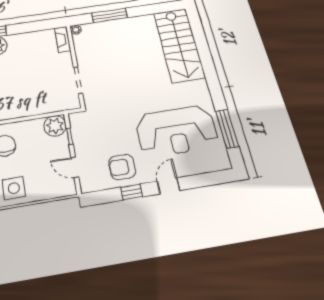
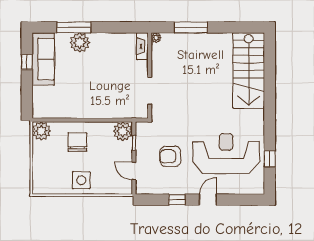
window: (227, 129) -> (270, 159), width x0.46
reception desk: (177, 131) -> (226, 154), turned 180
armchair: (122, 167) -> (170, 156), moved

